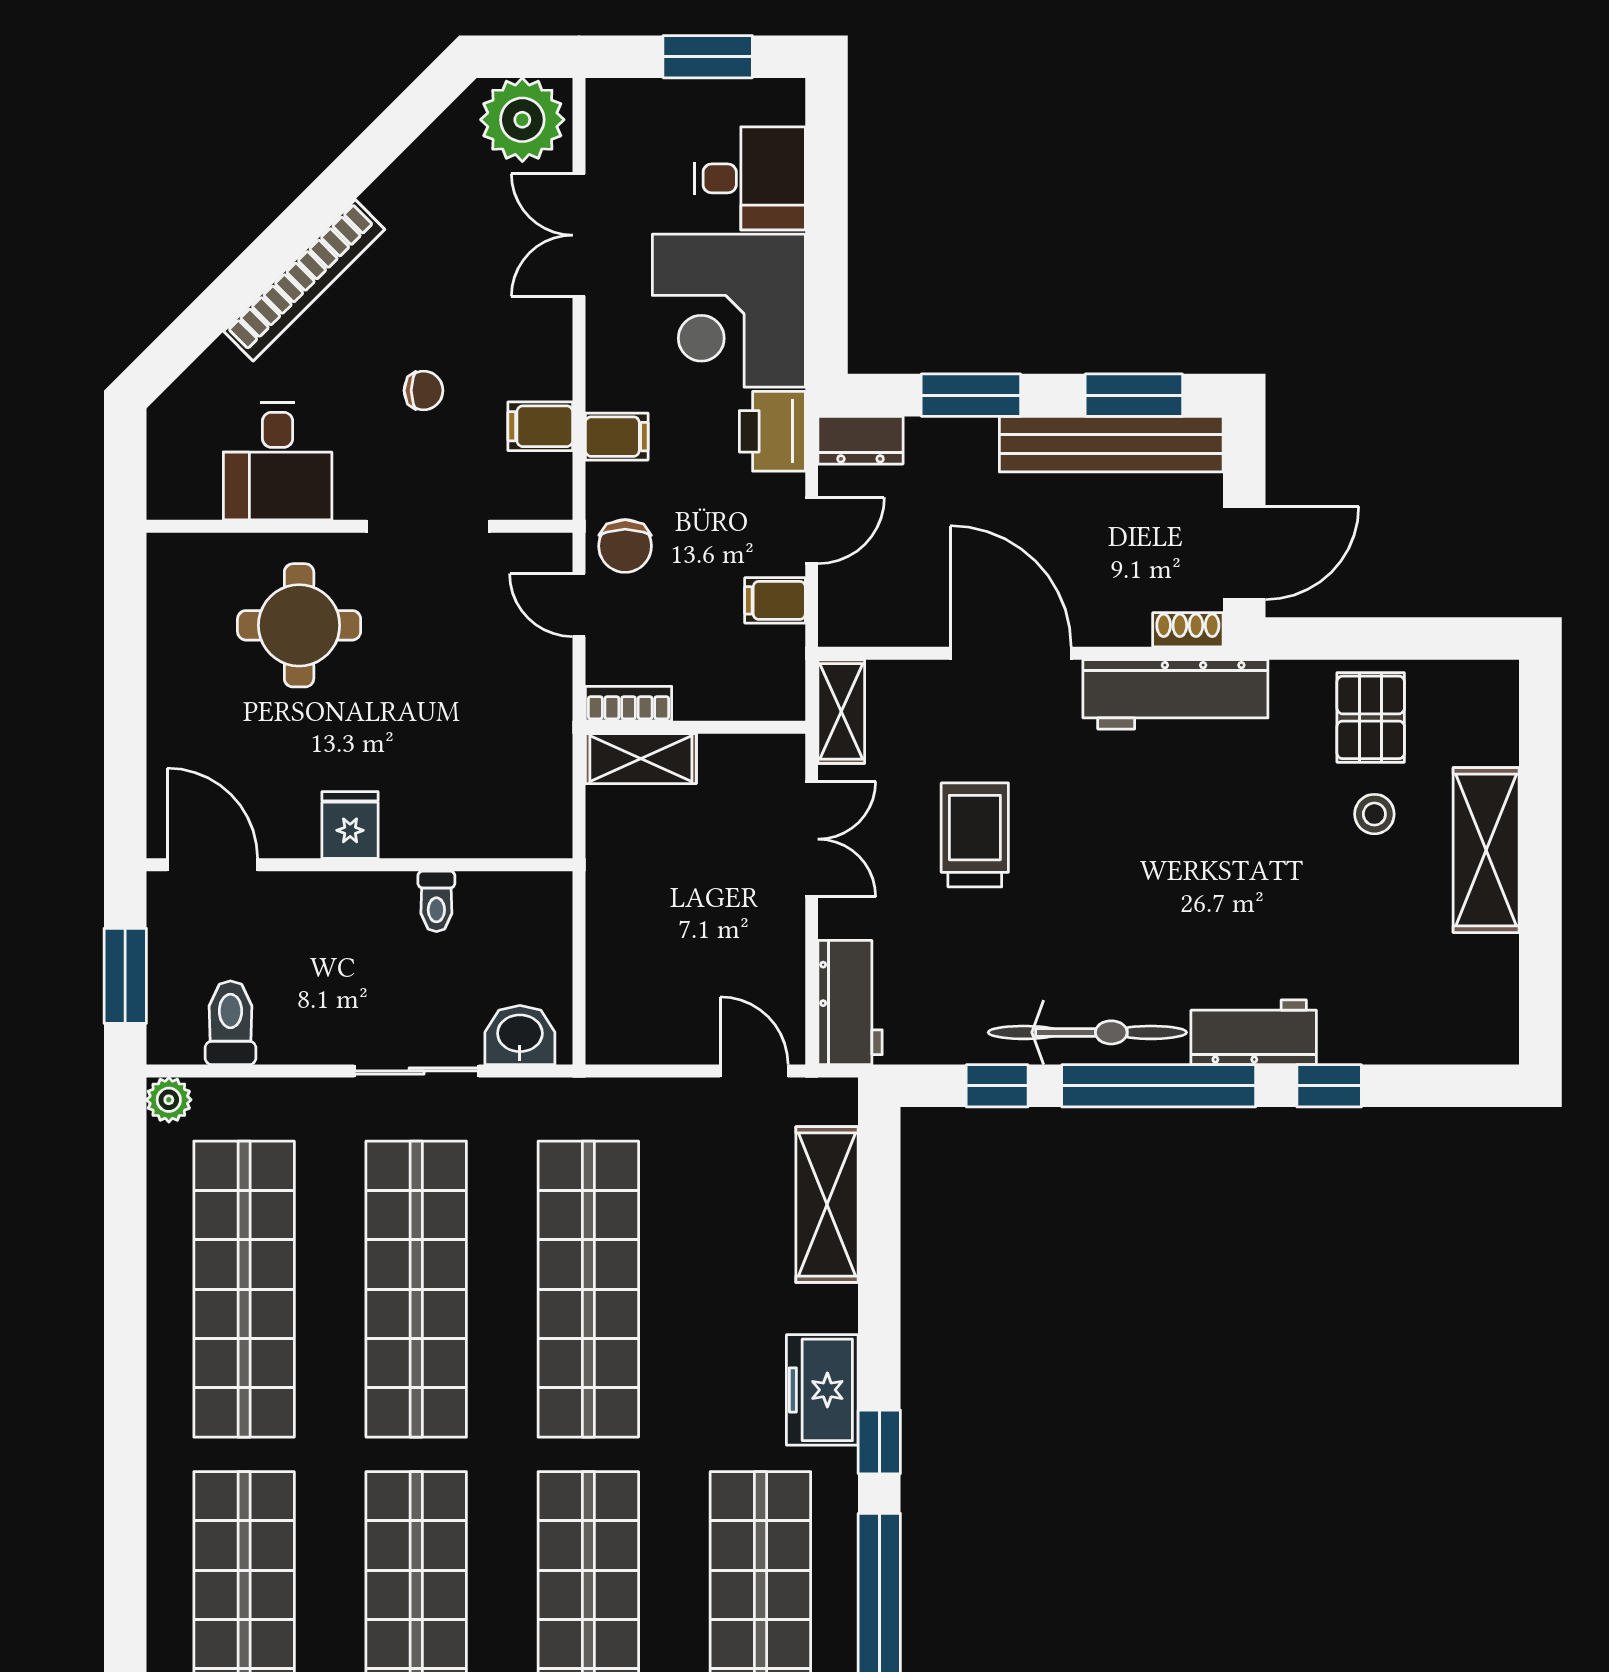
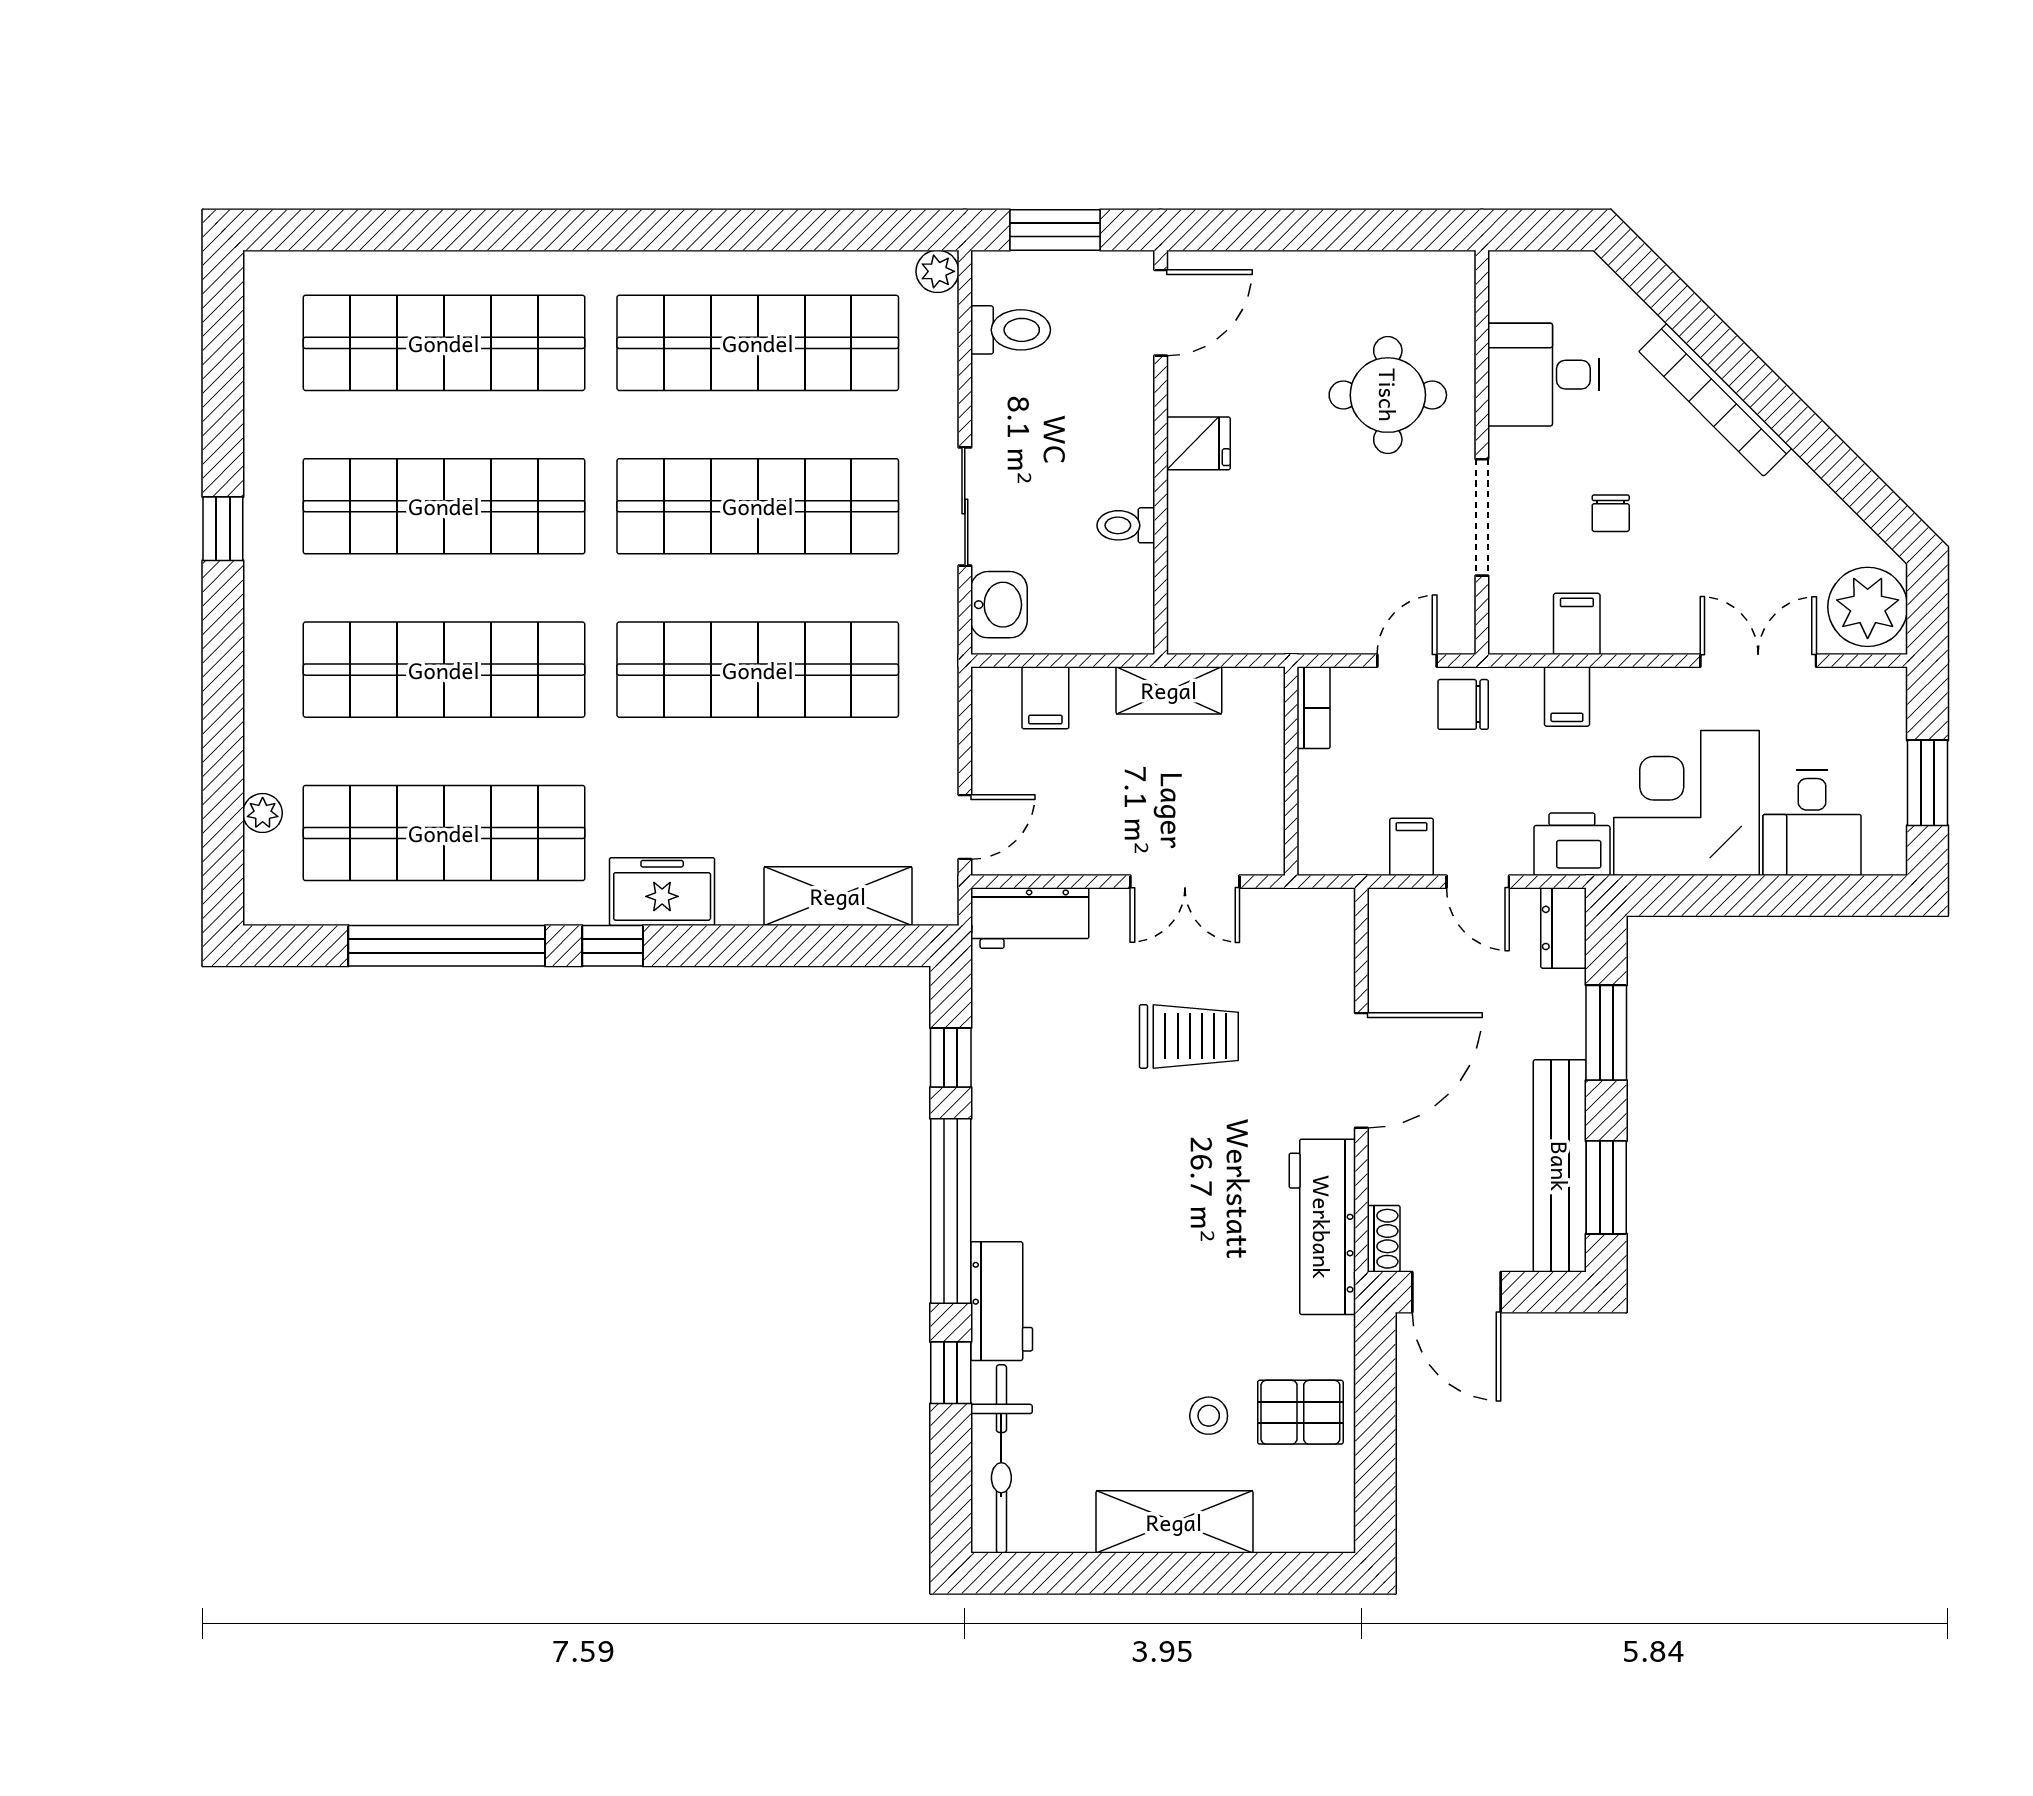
shelving: (841, 711) -> (1306, 910), removed
shelving: (641, 759) -> (1169, 690), moved, turned 90
filing cabinet: (618, 986) -> (1045, 698), added
bicycle: (1087, 1032) -> (1001, 1459), moved

